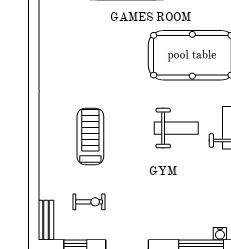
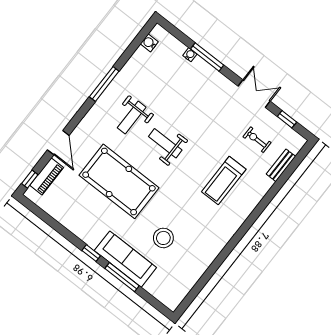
stool: (106, 34) -> (163, 238), added
bench: (46, 220) -> (281, 165), moved

